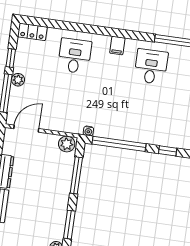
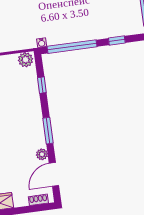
window: (76, 175) -> (42, 85), width x0.46

